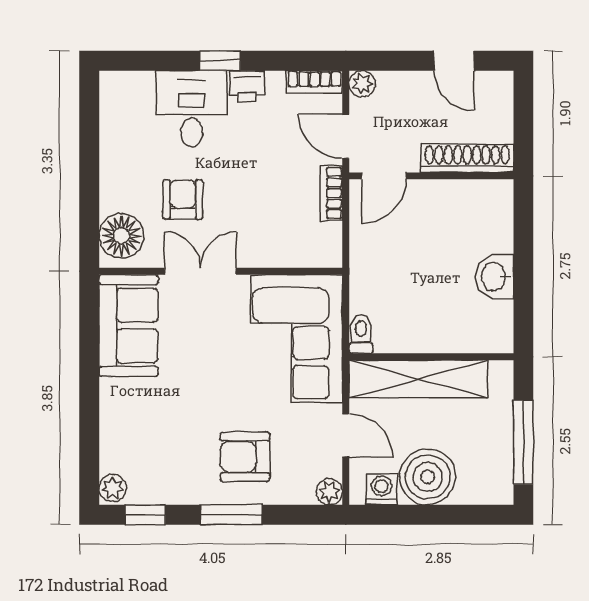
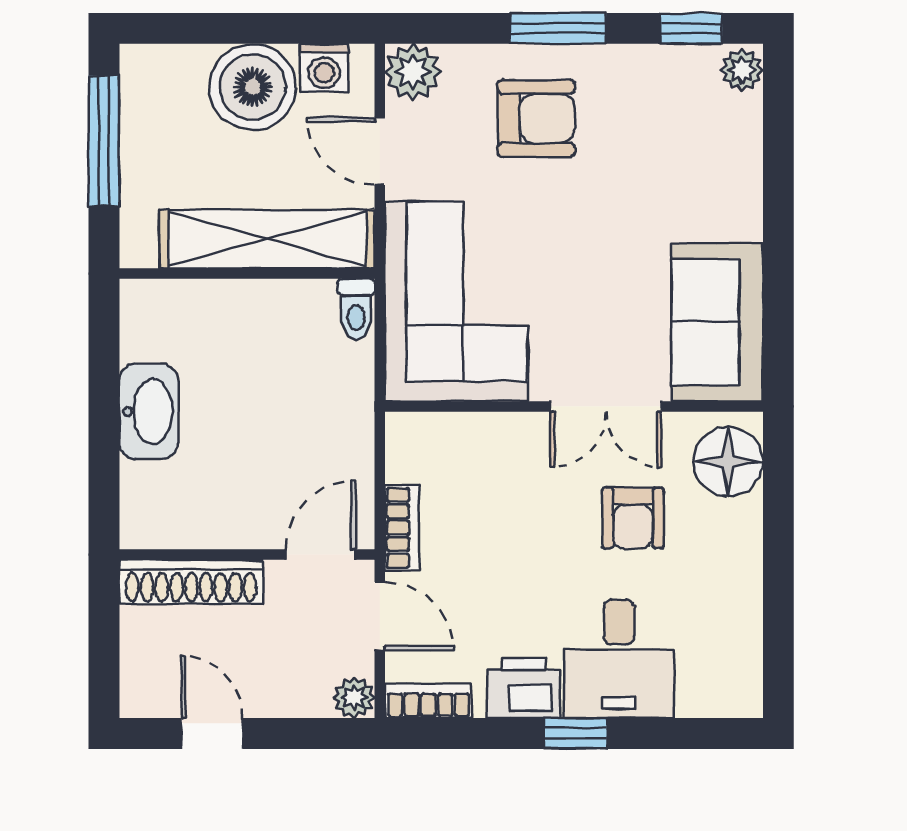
printer: (247, 86) -> (524, 688), width x1.36, depth x1.24
washbasin: (495, 277) -> (149, 411), width x1.38
plant: (329, 492) -> (413, 72), width x1.38, depth x1.38

